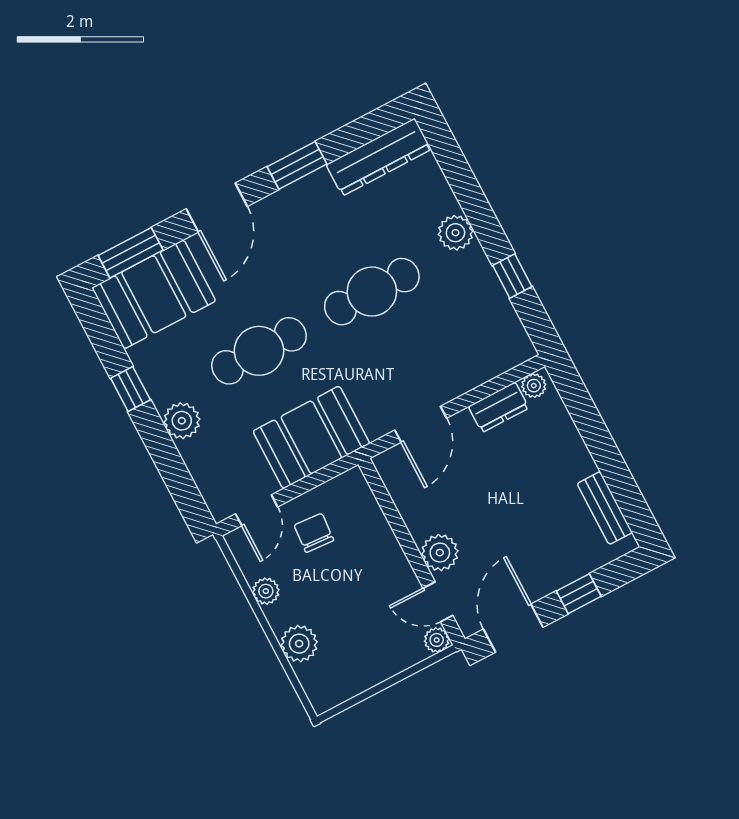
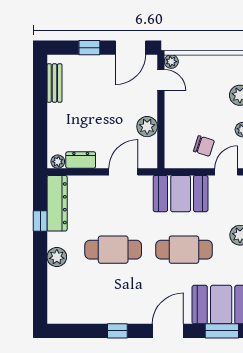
dresser: (379, 157) -> (57, 203), moved, turned 90
window: (297, 165) -> (117, 331), width x0.67
chair: (314, 533) -> (204, 146), turned -76
plant: (440, 553) -> (147, 127), moved

